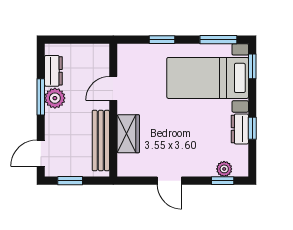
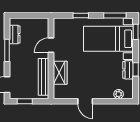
plant: (55, 98) -> (16, 51), removed
window: (223, 181) -> (118, 101), removed

